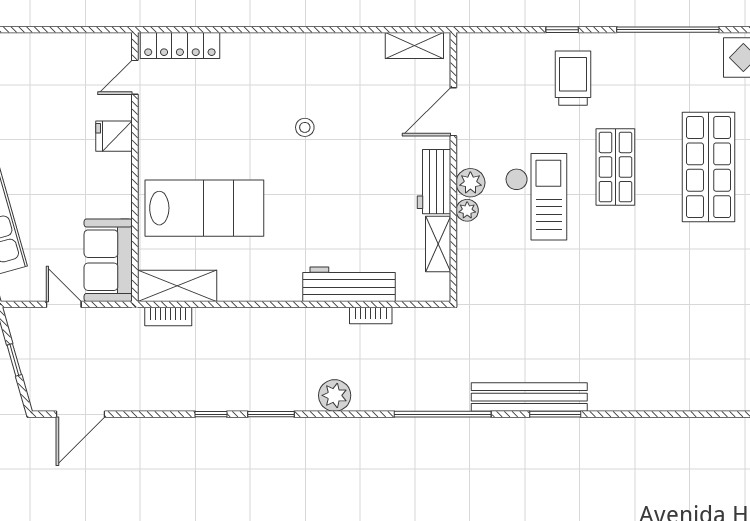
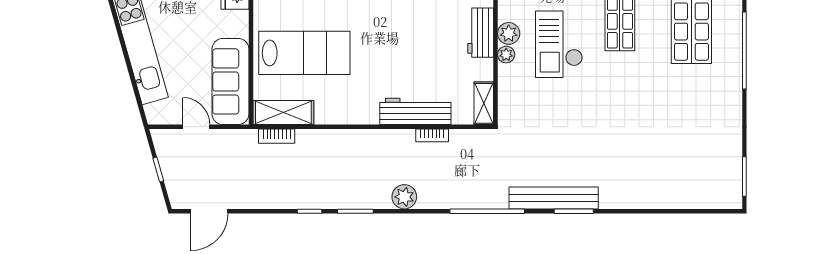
checkout: (536, 197) -> (559, 44), turned 180
shelving: (438, 244) -> (484, 103), moved
sofa: (108, 260) -> (230, 81), width x1.36

